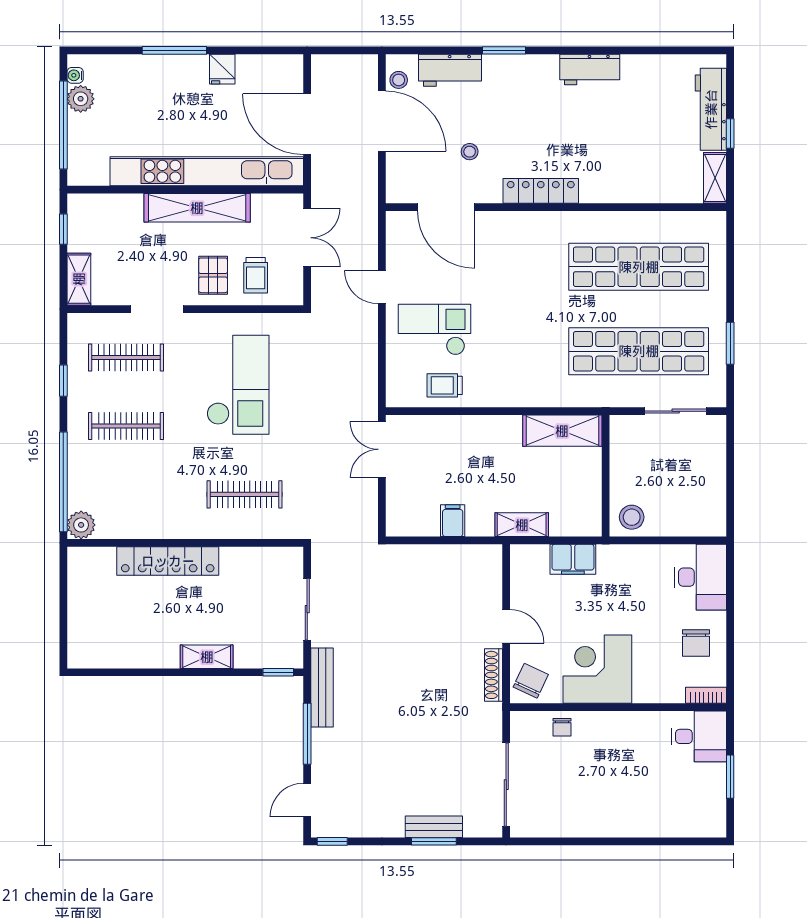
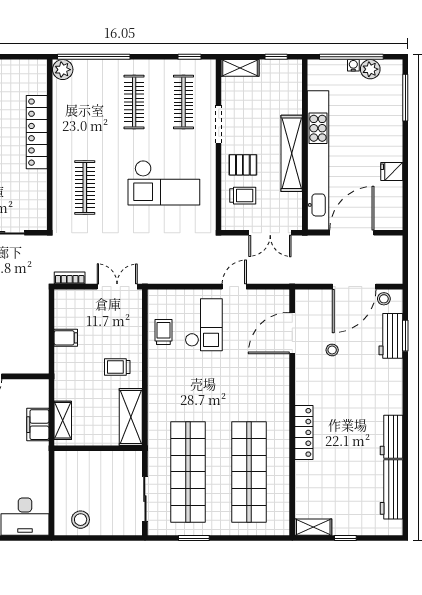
window: (174, 50) -> (405, 98), moved
window: (504, 50) -> (405, 336), moved
water cooler: (75, 75) -> (353, 65), moved
workbench: (711, 109) -> (391, 489), moved, turned -90
locker: (541, 191) -> (304, 432), moved
trolley: (256, 275) -> (243, 196), turned 180
window: (63, 381) -> (189, 57), moved
trolley: (493, 449) -> (117, 367), added
bookcase: (370, 515) -> (70, 278), added
stool: (632, 517) -> (81, 520), moved
shelving: (522, 525) -> (63, 420), moved

